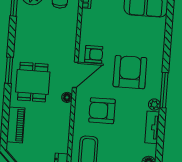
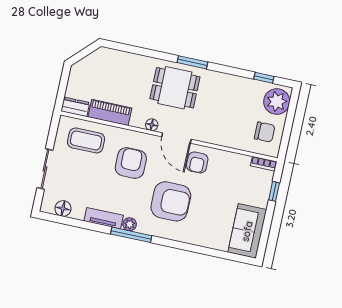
window: (164, 90) -> (131, 235), moved
piano: (16, 125) -> (110, 113), moved, turned 180

